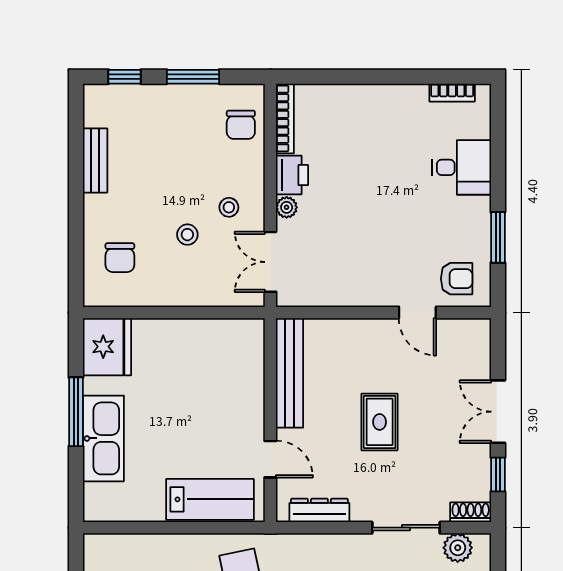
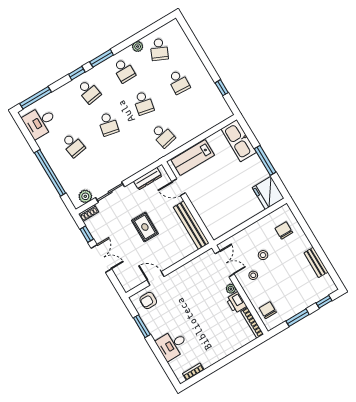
kitchen sink: (103, 438) -> (239, 141), moved

